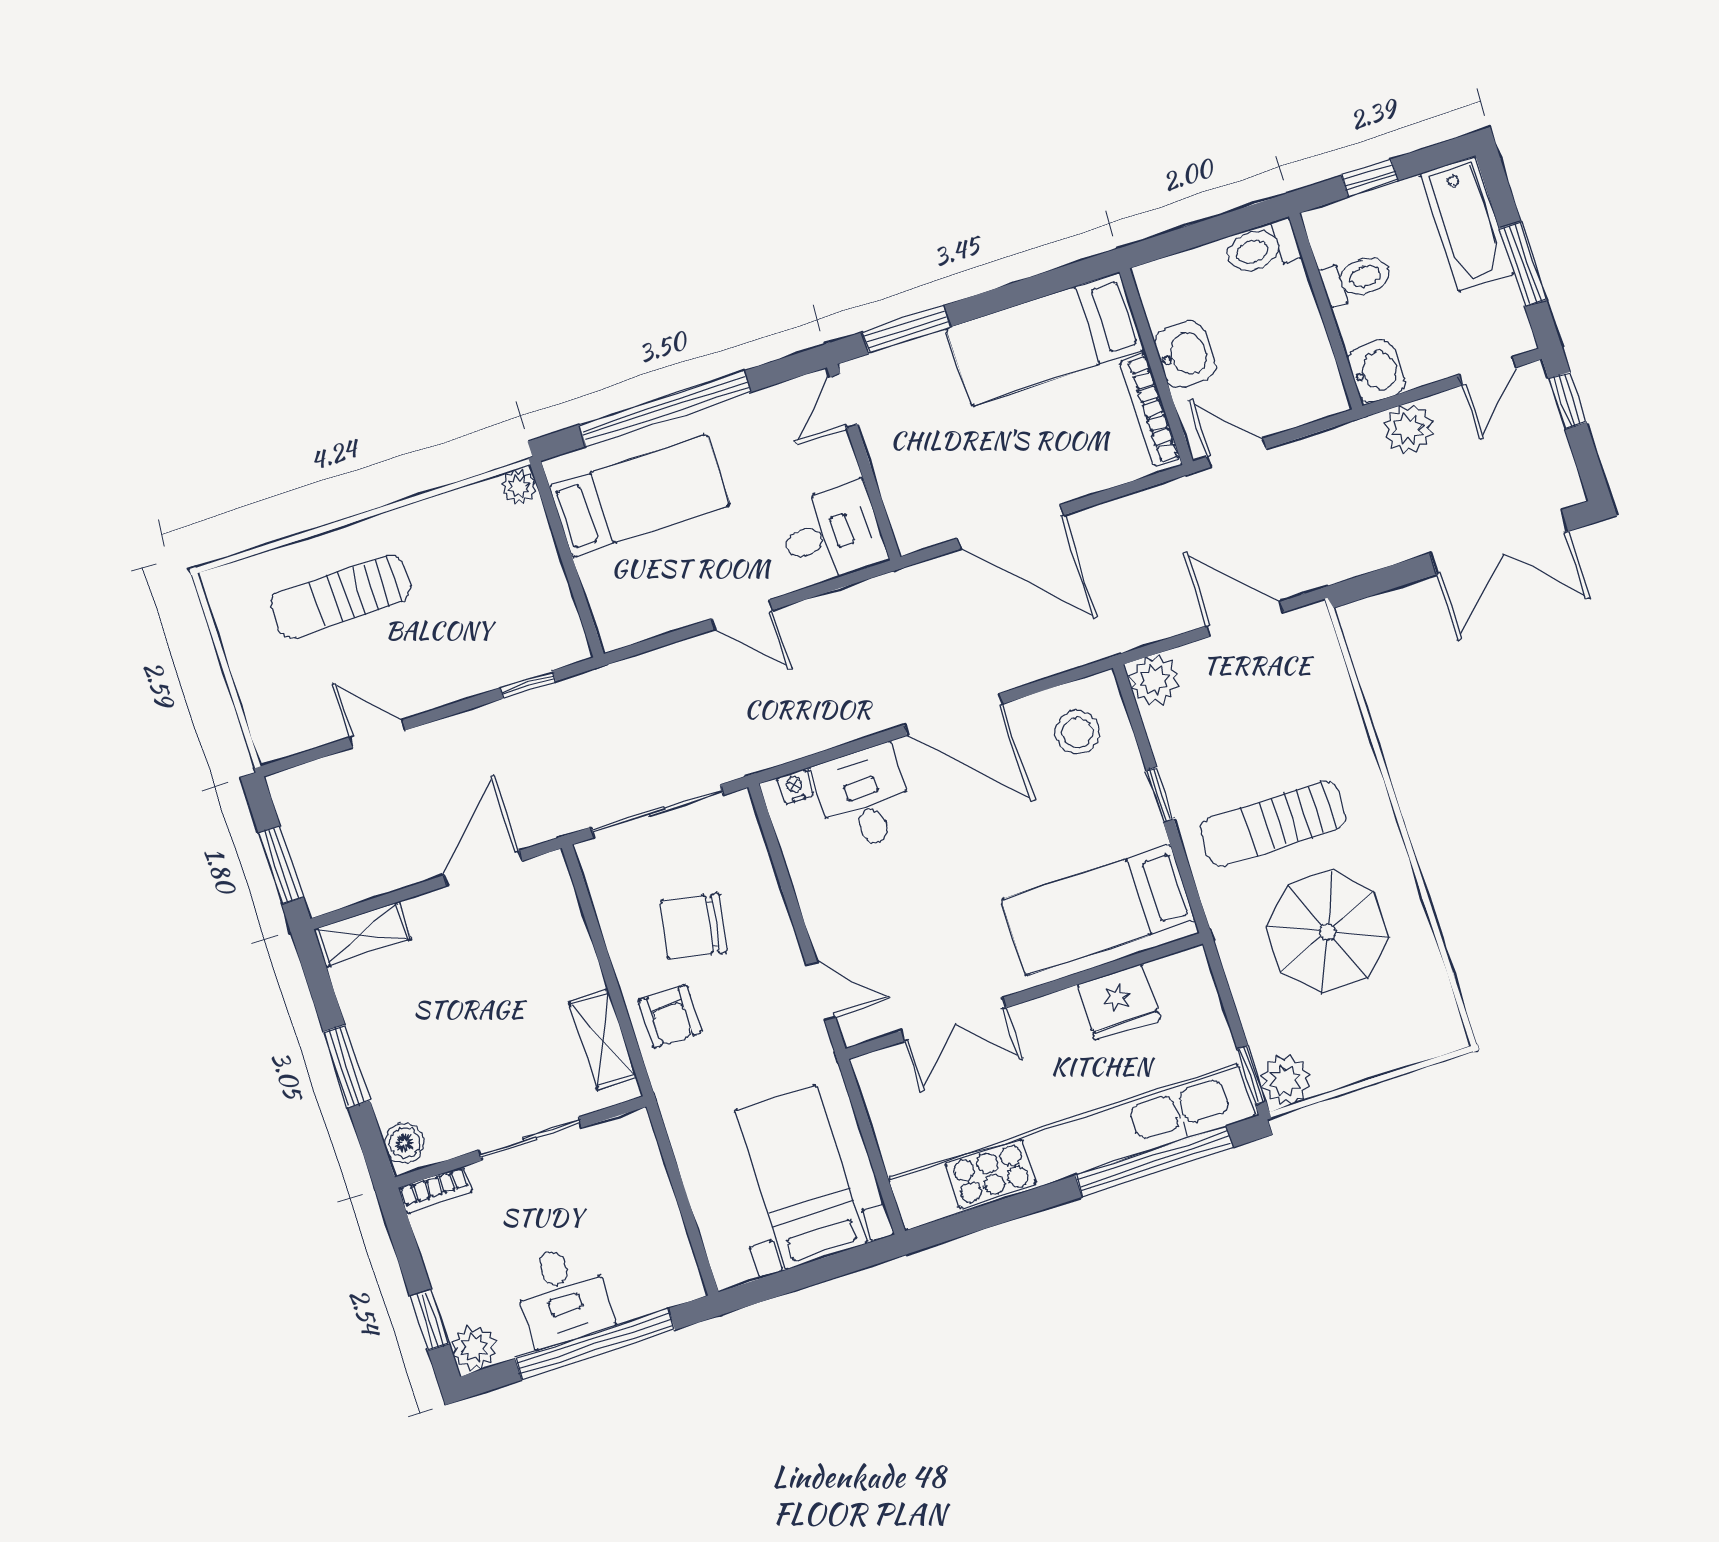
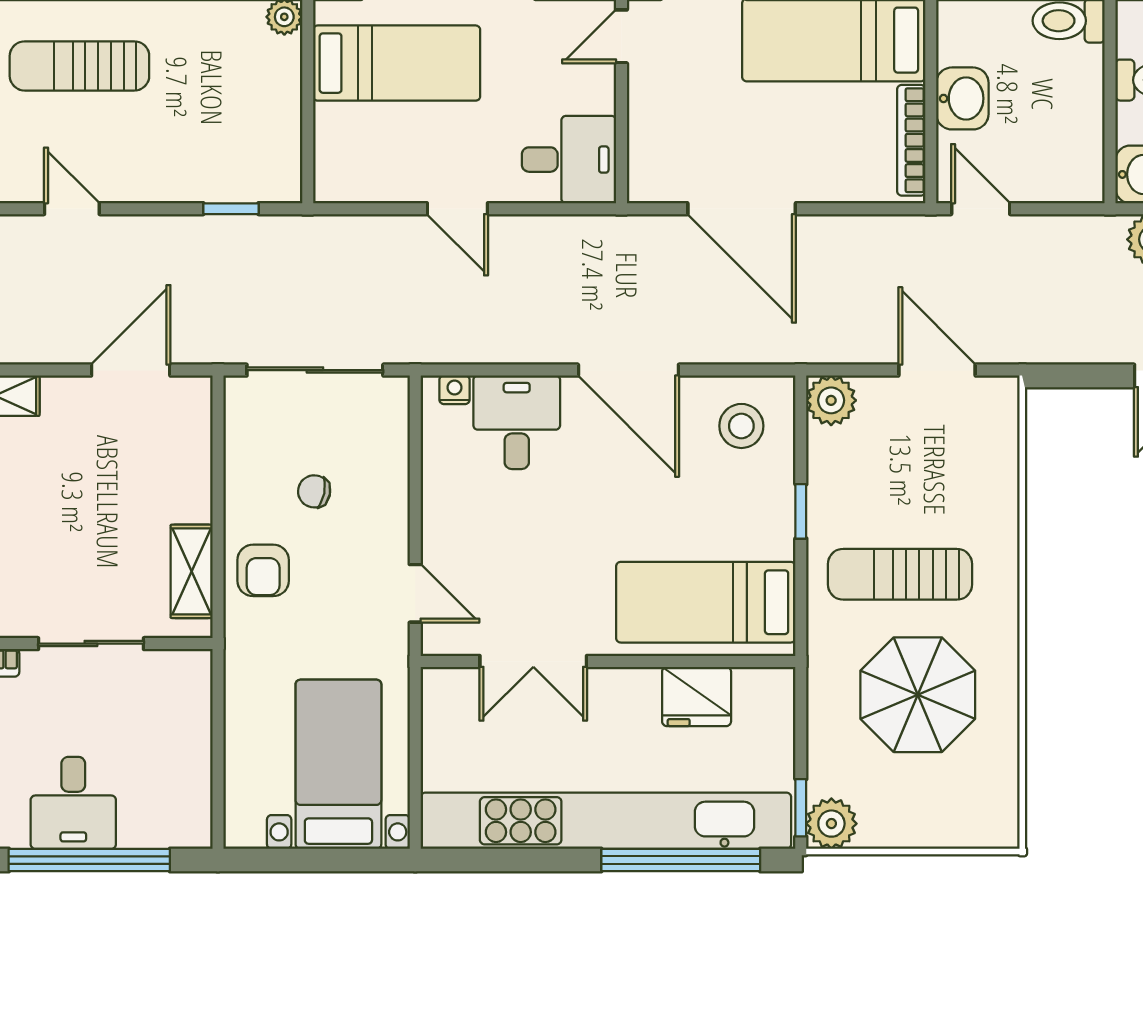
chair: (694, 926) -> (314, 491), width x0.54, depth x0.54

